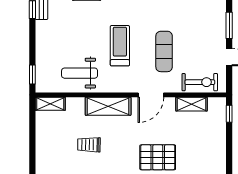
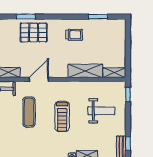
weight bench: (80, 73) -> (101, 111), moved
shelving: (108, 106) -> (85, 71), moved
trolley: (89, 145) -> (74, 35), moved

